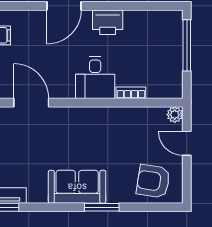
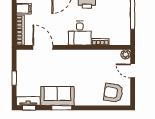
sofa: (77, 187) -> (57, 96), moved
window: (102, 207) -> (62, 108), moved

